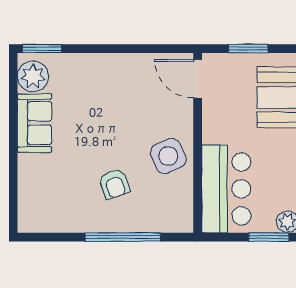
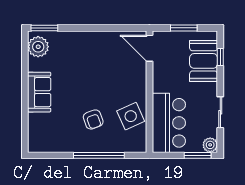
sofa: (35, 123) -> (39, 92), moved
side table: (168, 156) -> (131, 116), moved

